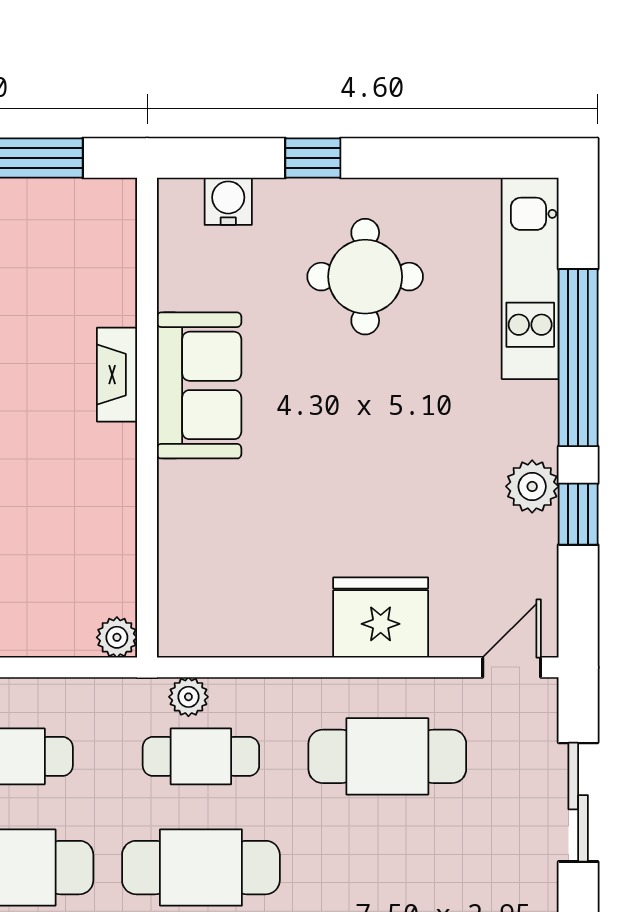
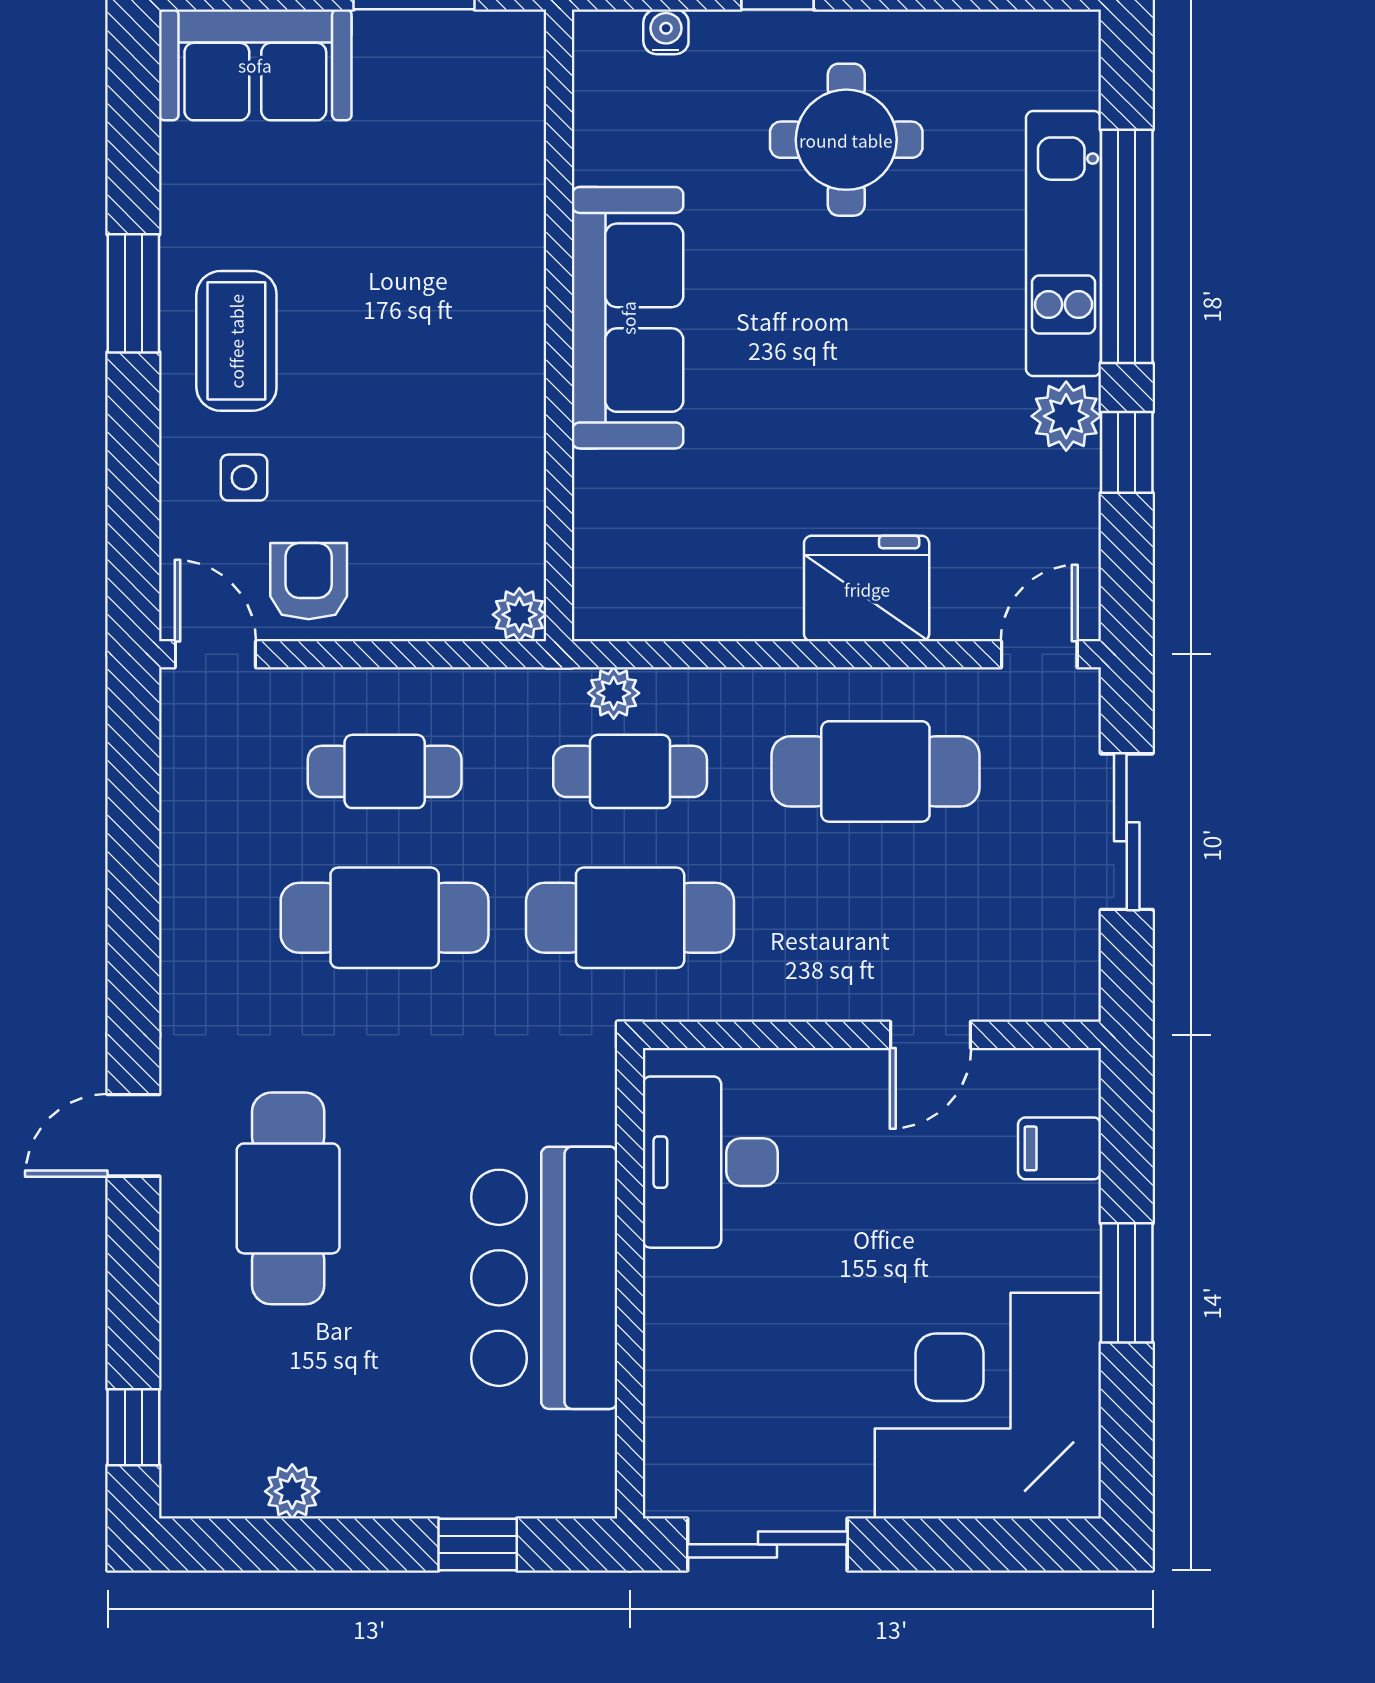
water cooler: (228, 201) -> (666, 32), width x0.72, depth x0.72
kitchen unit: (530, 278) -> (1064, 243), moved
fireplace: (117, 375) -> (520, 269), removed
sofa: (199, 385) -> (628, 318), width x1.36

